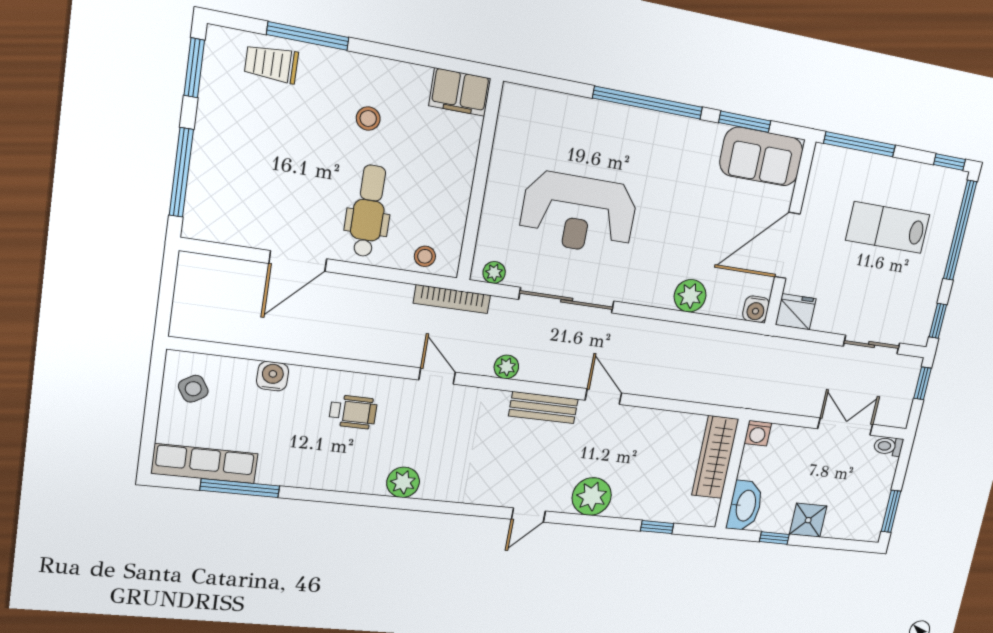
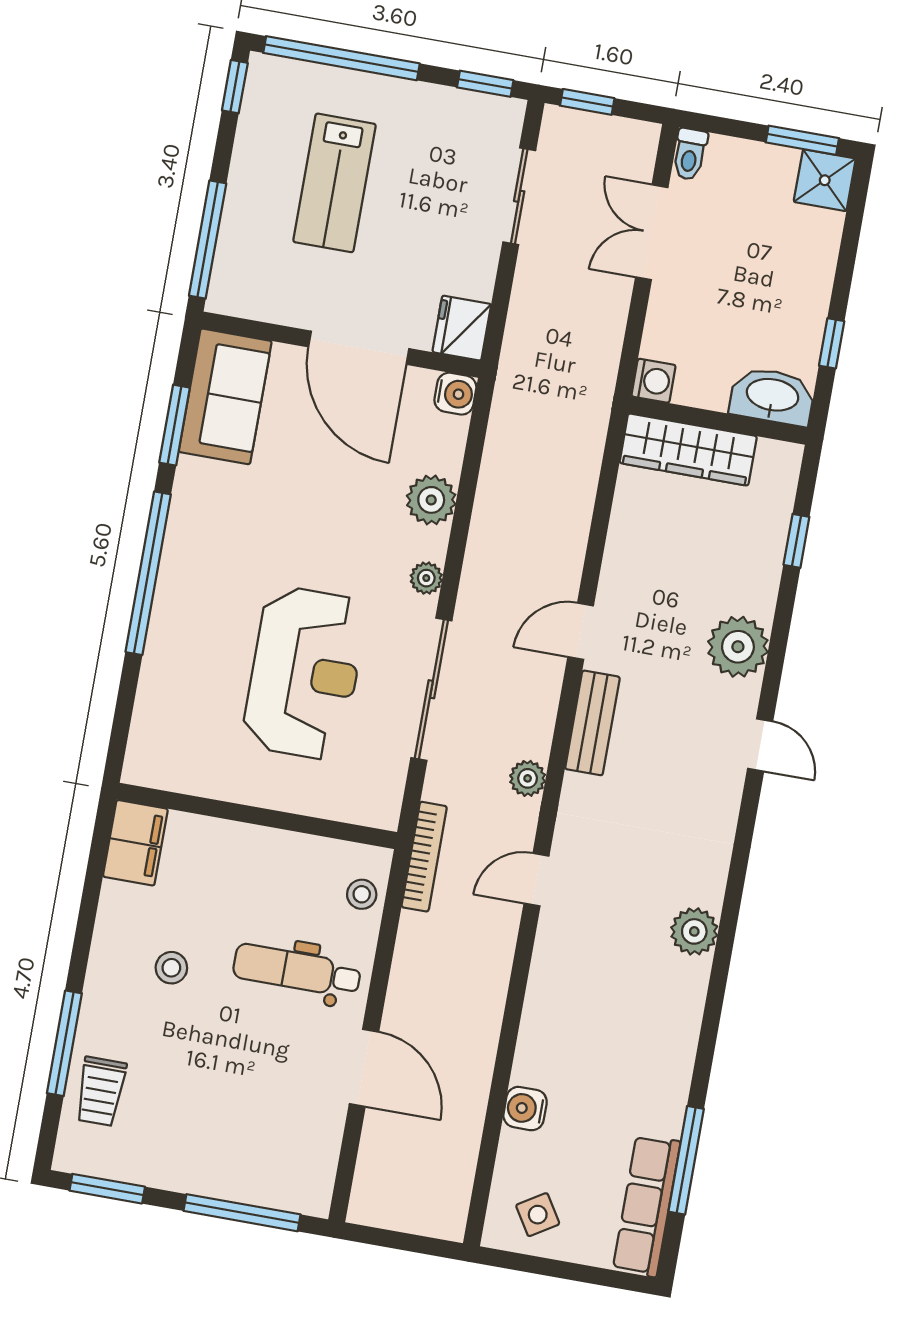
plant: (494, 272) -> (426, 578), moved
wheelchair: (353, 412) -> (583, 1000), removed
shower: (808, 520) -> (825, 180), moved

